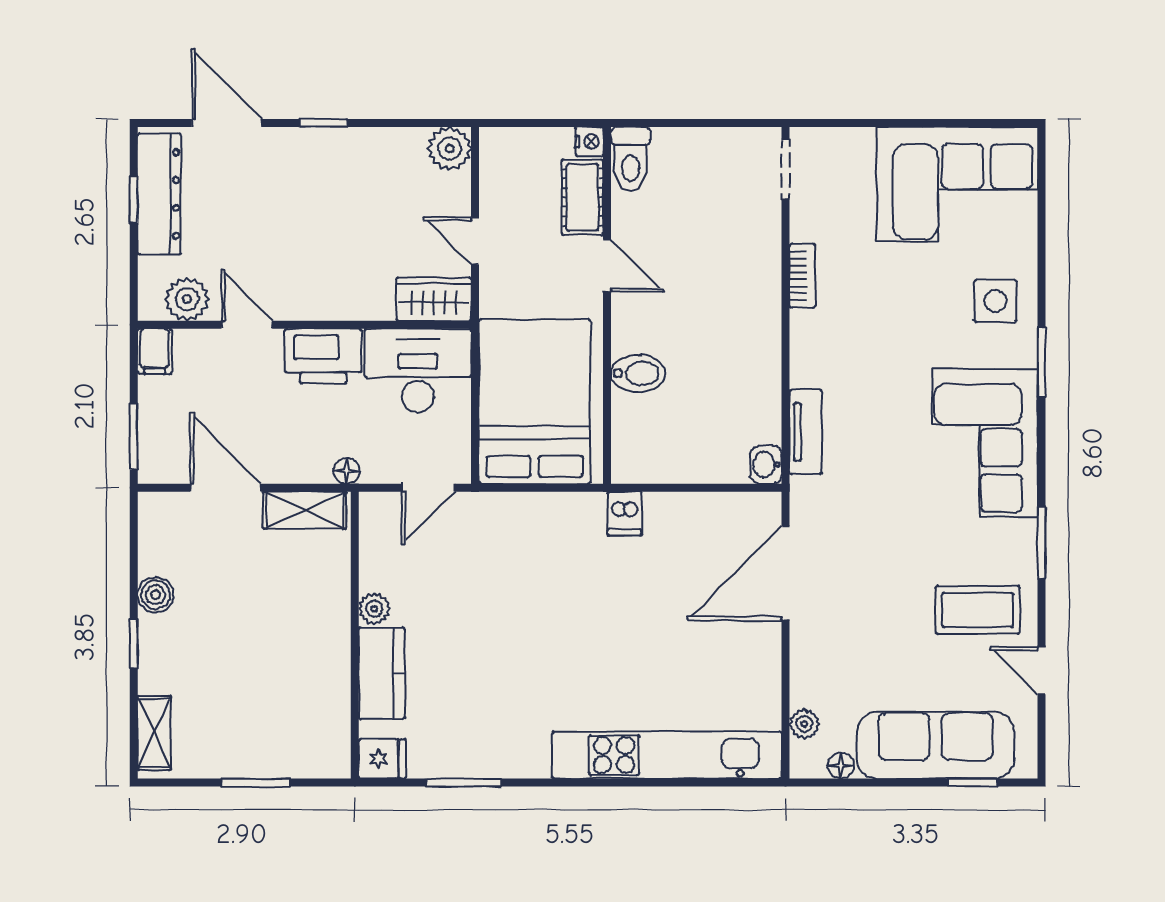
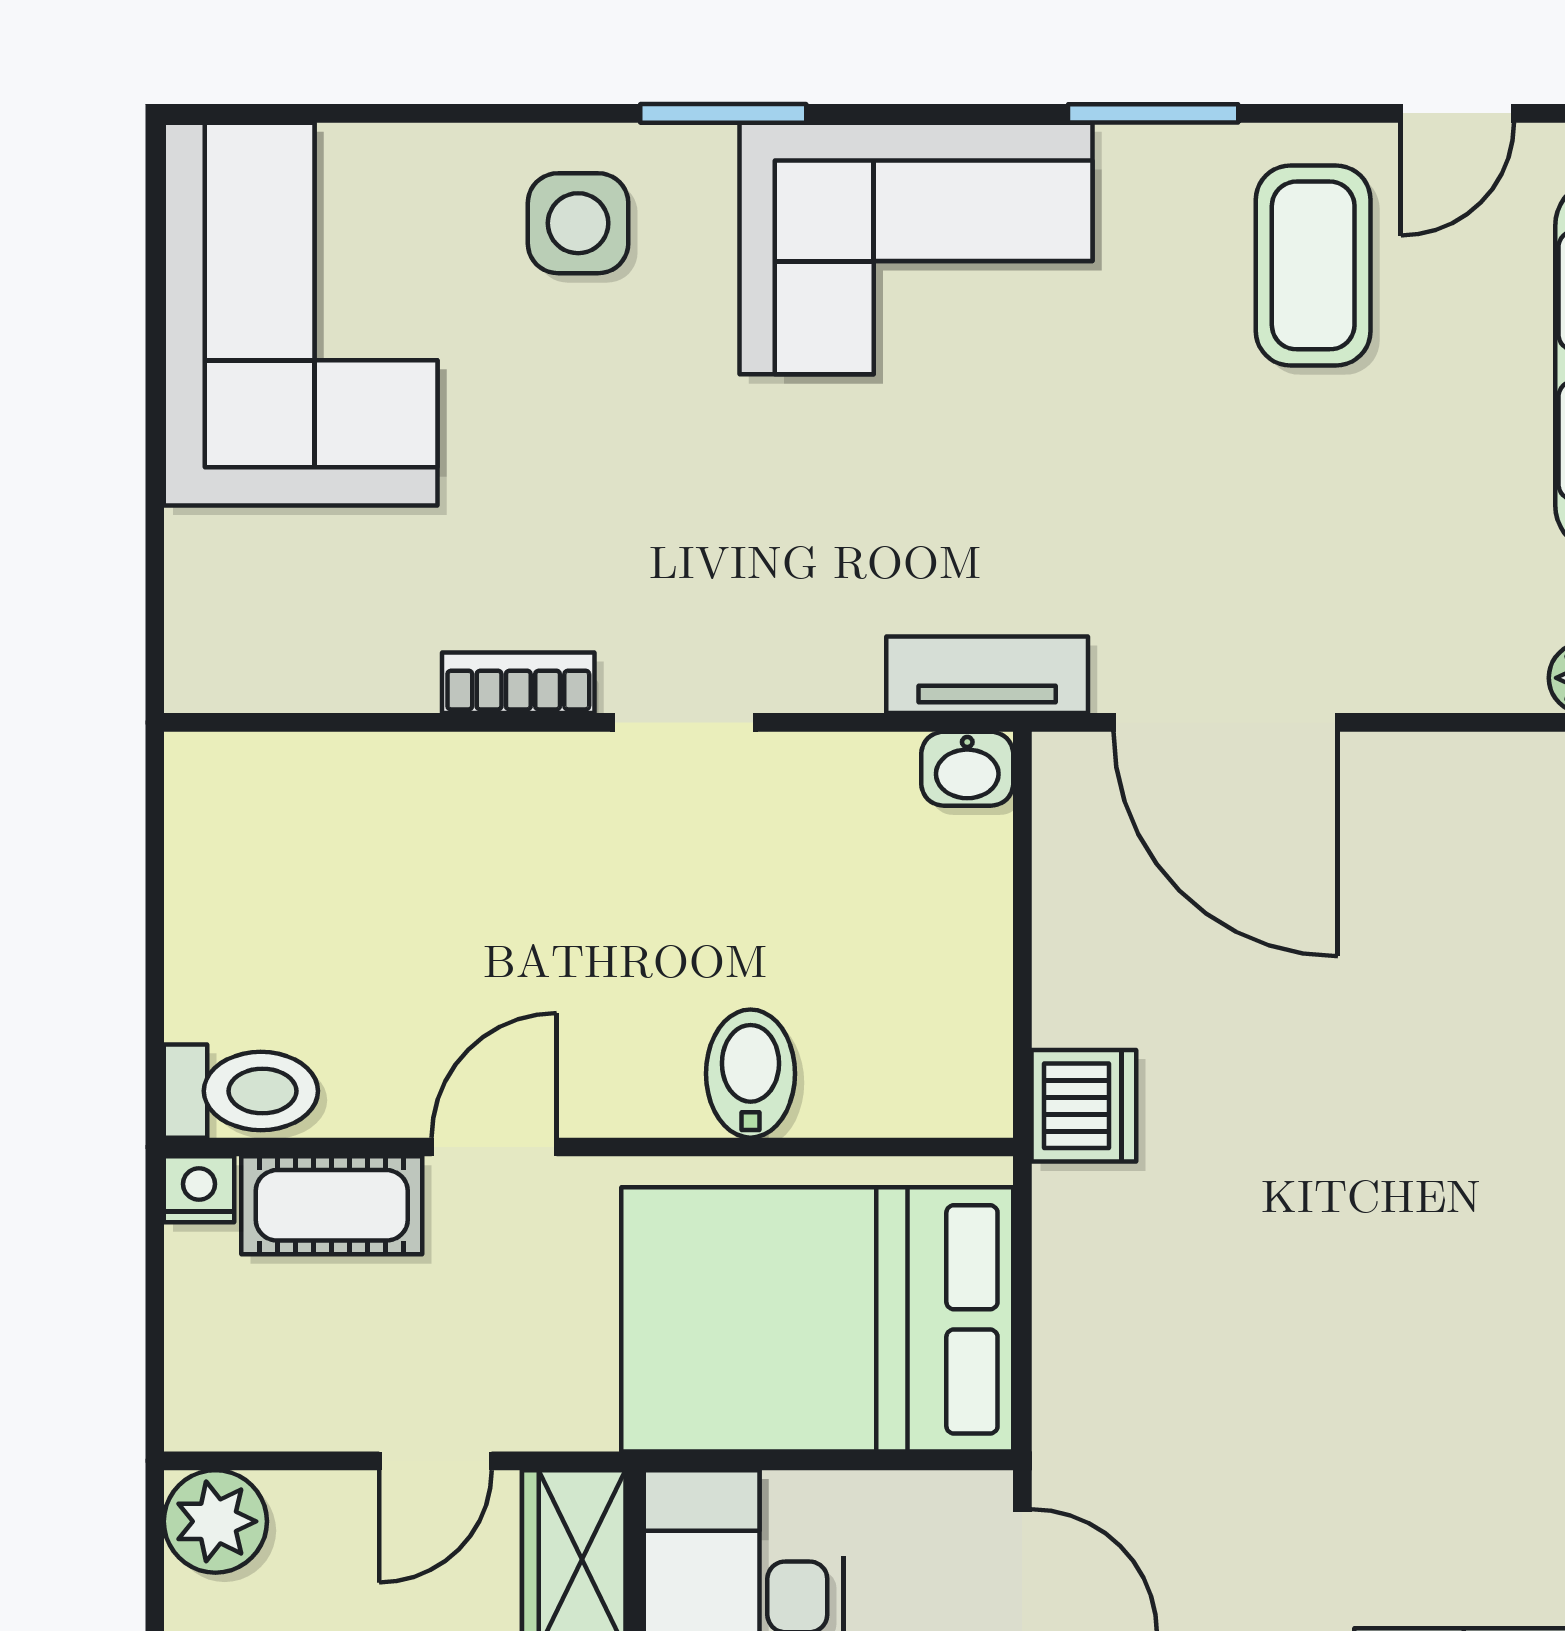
doorway: (786, 170) -> (684, 722), moved
tv unit: (806, 432) -> (987, 675), moved
dishwasher: (624, 514) -> (1084, 1106), width x1.38

